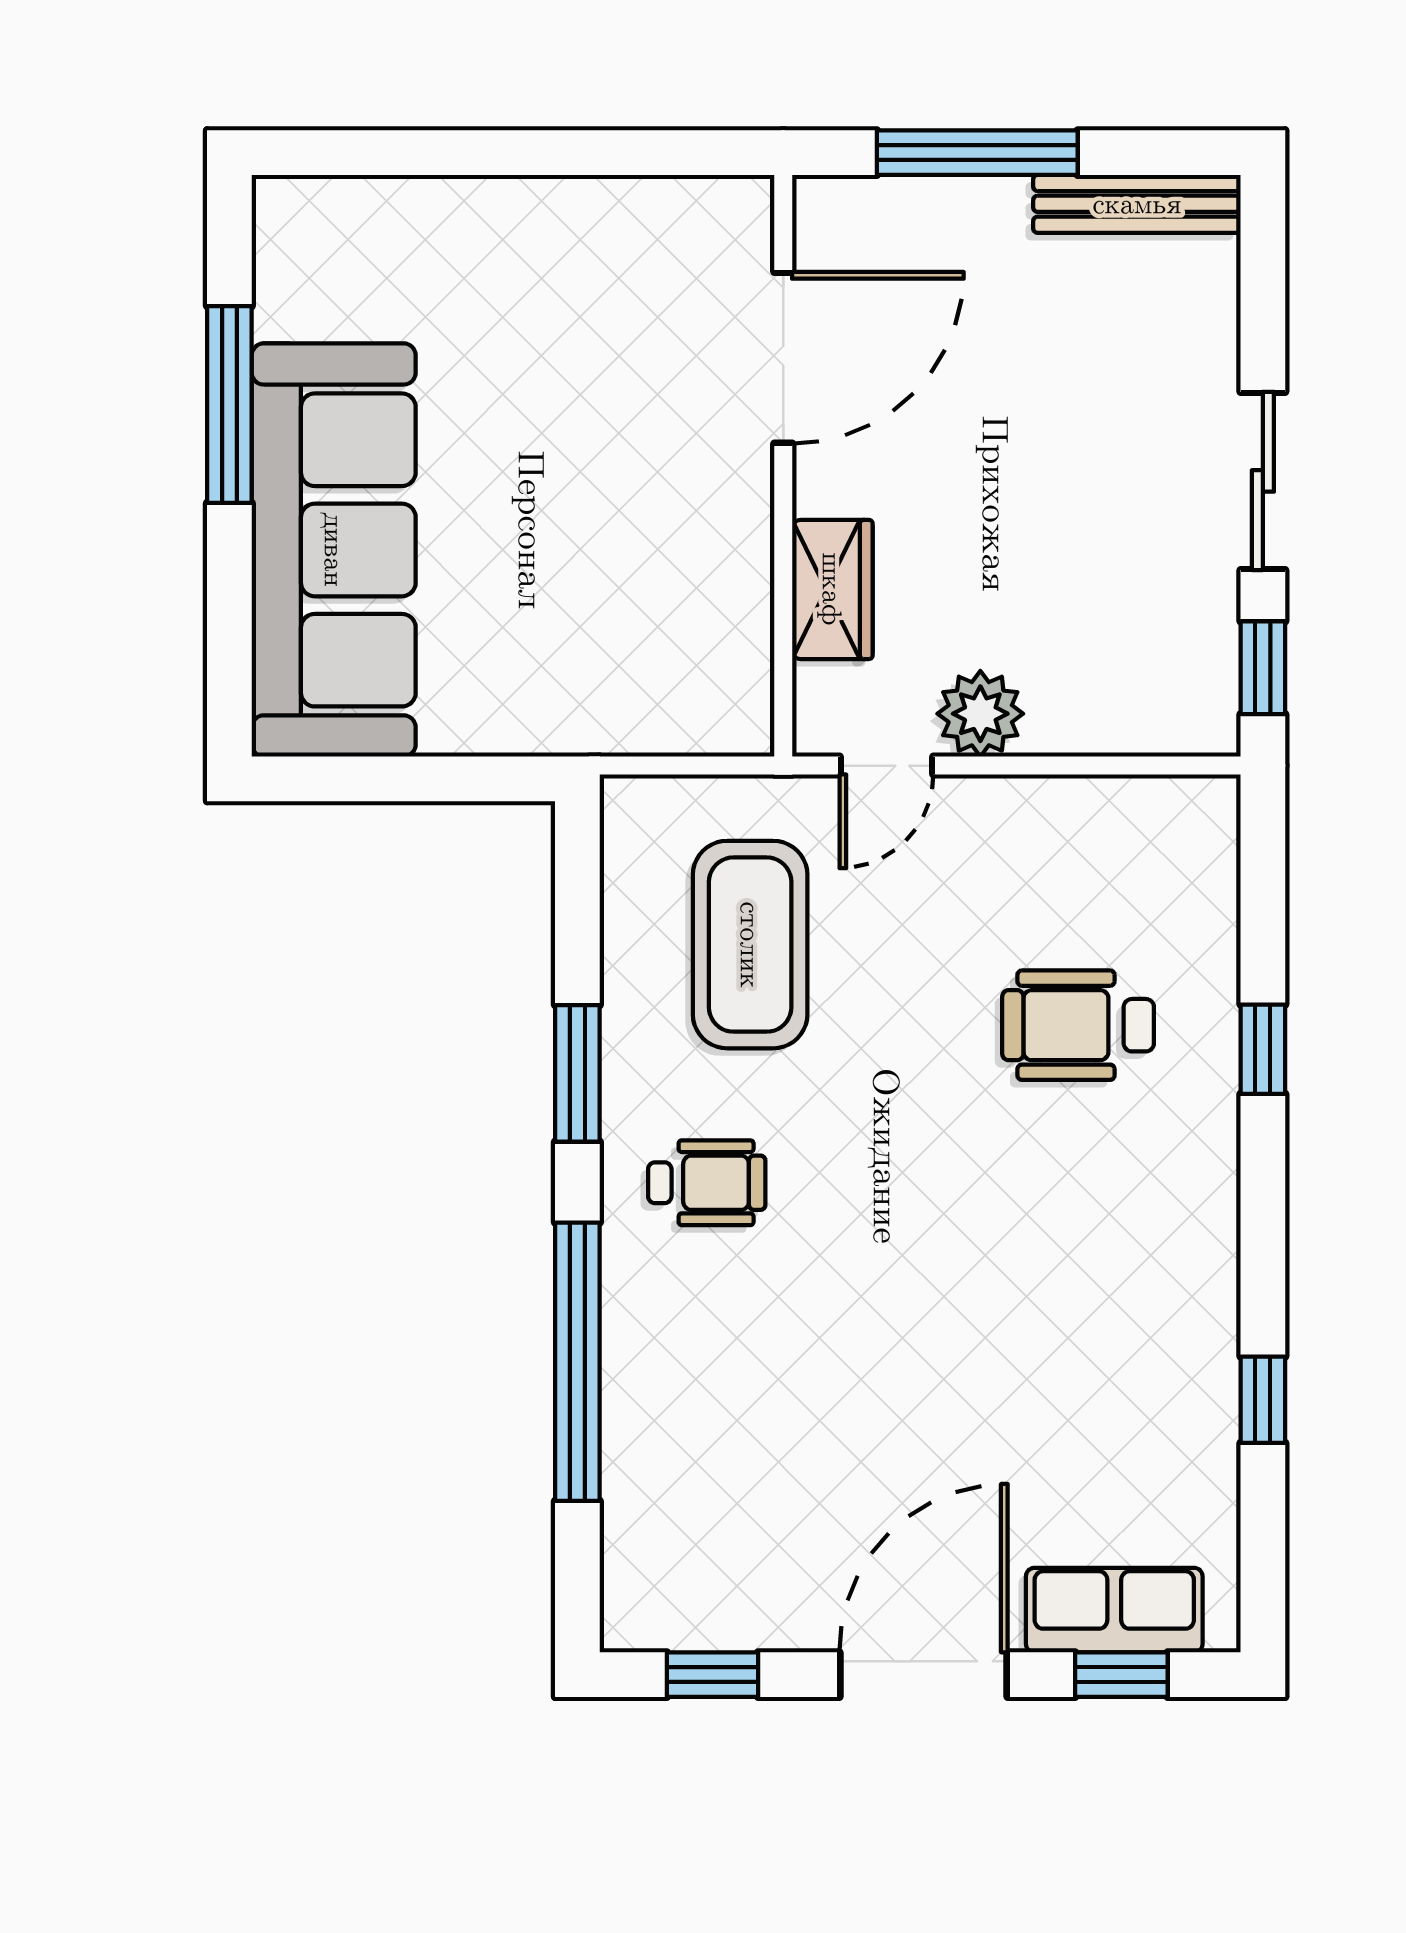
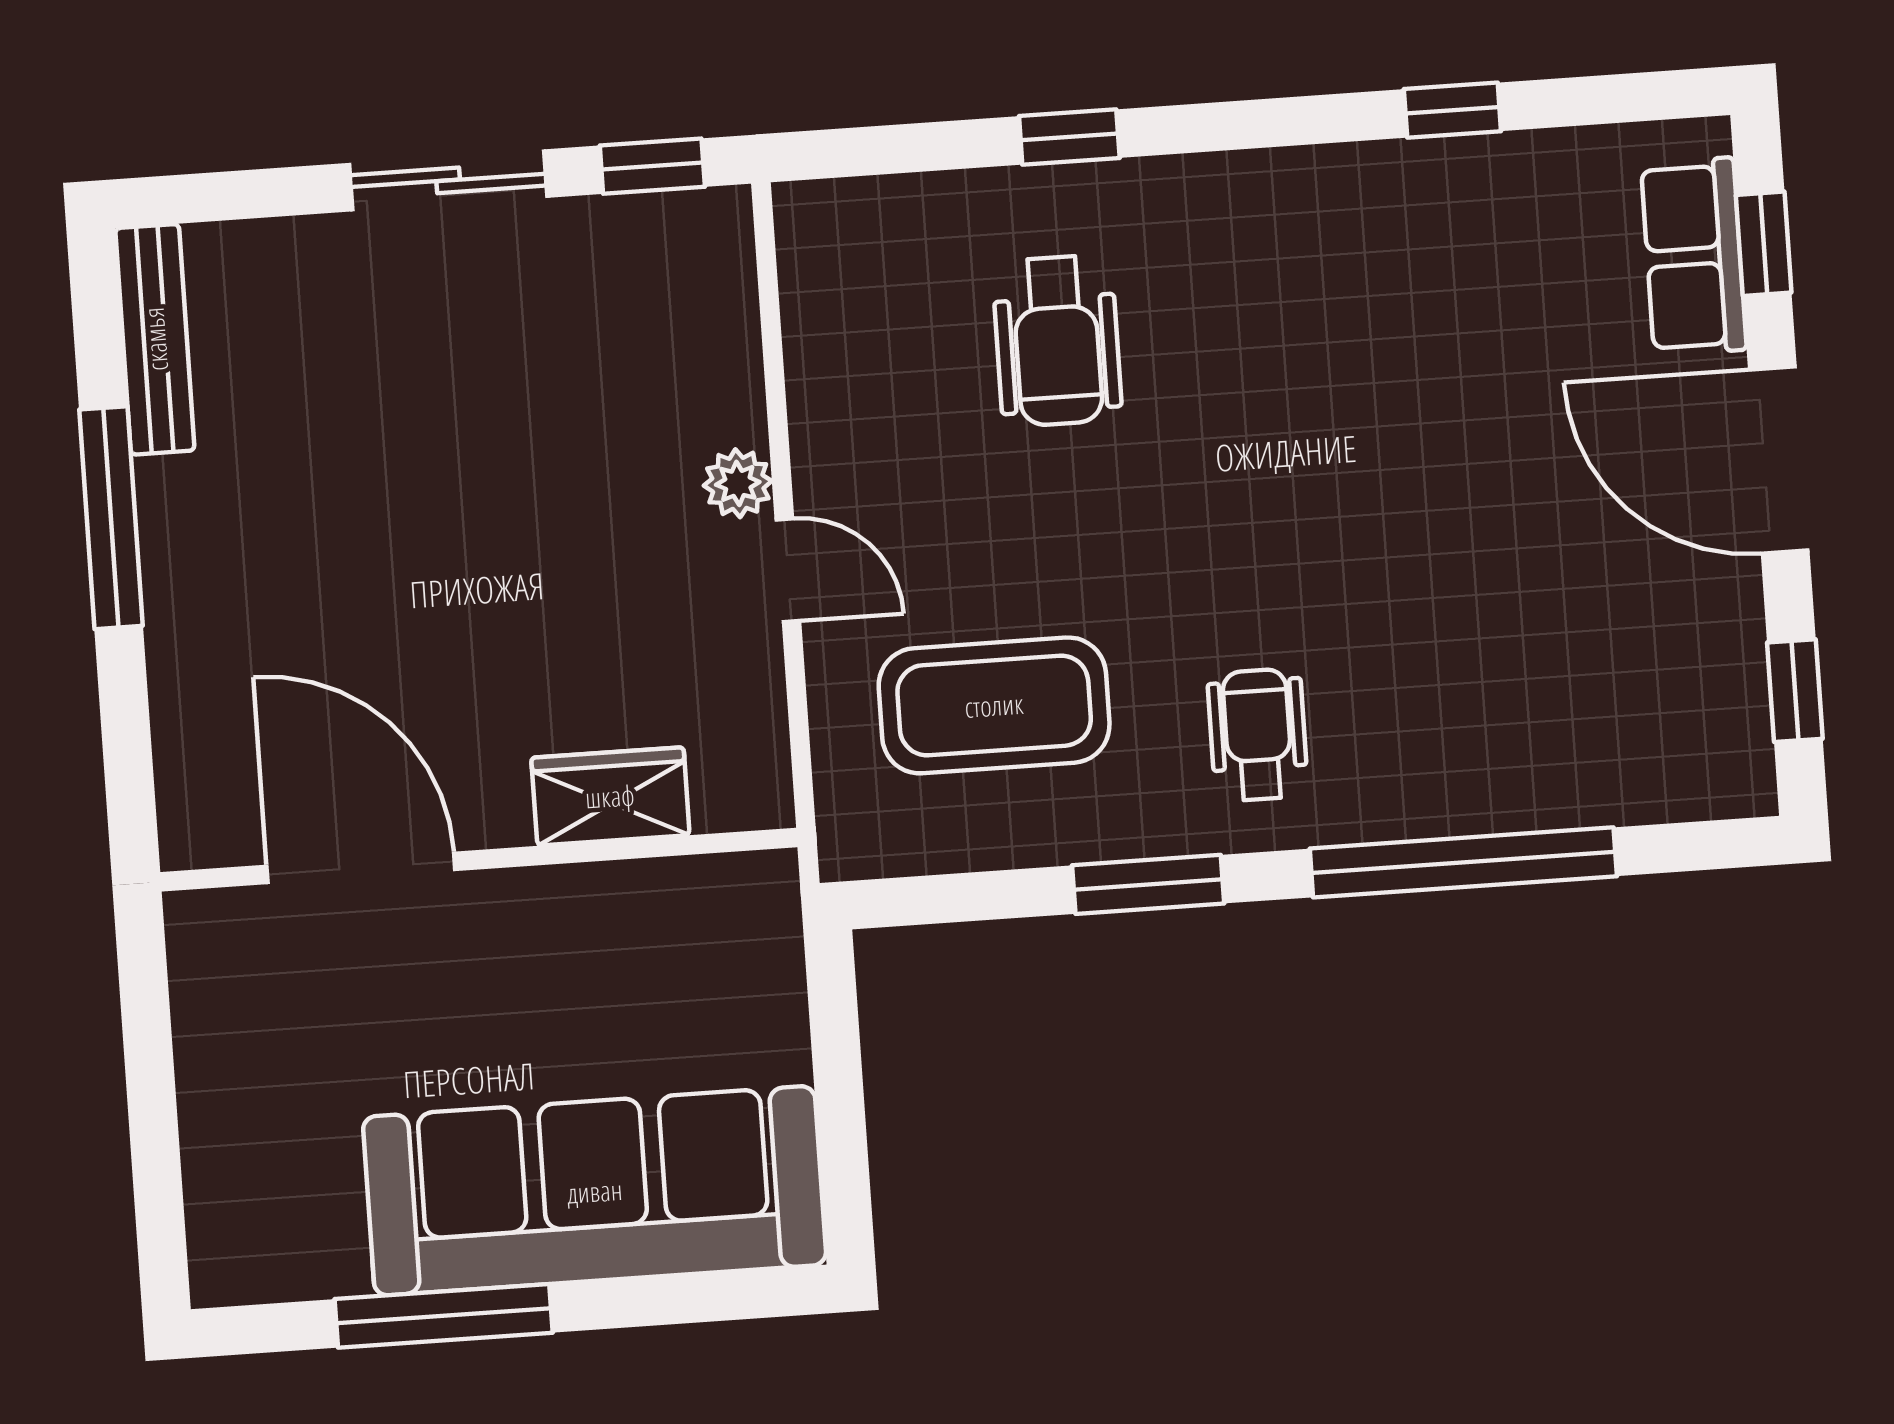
door: (783, 358) -> (361, 868), moved
wall: (783, 466) -> (479, 860), moved
wardrobe: (832, 589) -> (610, 796), moved
plant: (980, 714) -> (738, 483), width x0.73, depth x0.73

